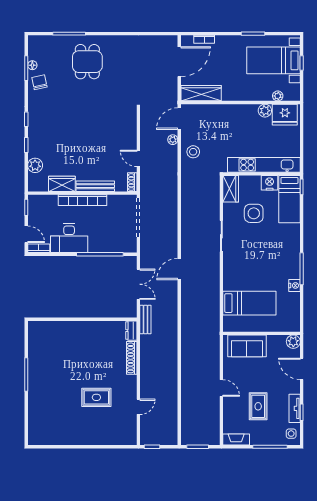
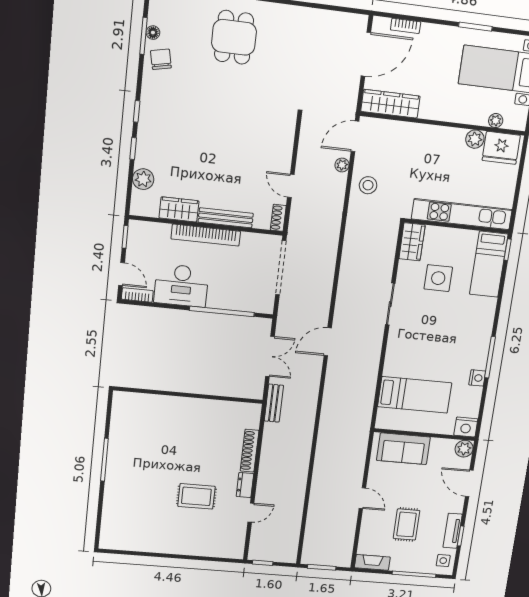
nightstand: (270, 183) -> (466, 427), moved, turned 180
dresser: (131, 331) -> (245, 485), moved

